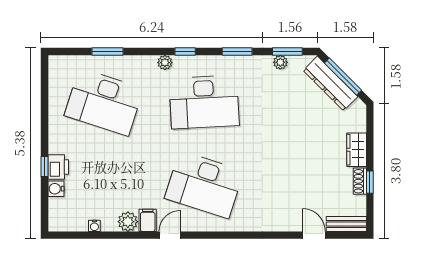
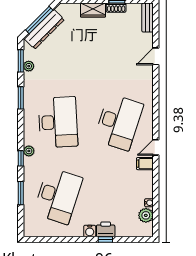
window: (185, 52) -> (21, 158), moved
water cooler: (56, 189) -> (90, 231), moved
plant: (128, 222) -> (146, 215), moved
door: (170, 235) -> (156, 147), hinge flipped
door: (314, 235) -> (156, 56), moved

